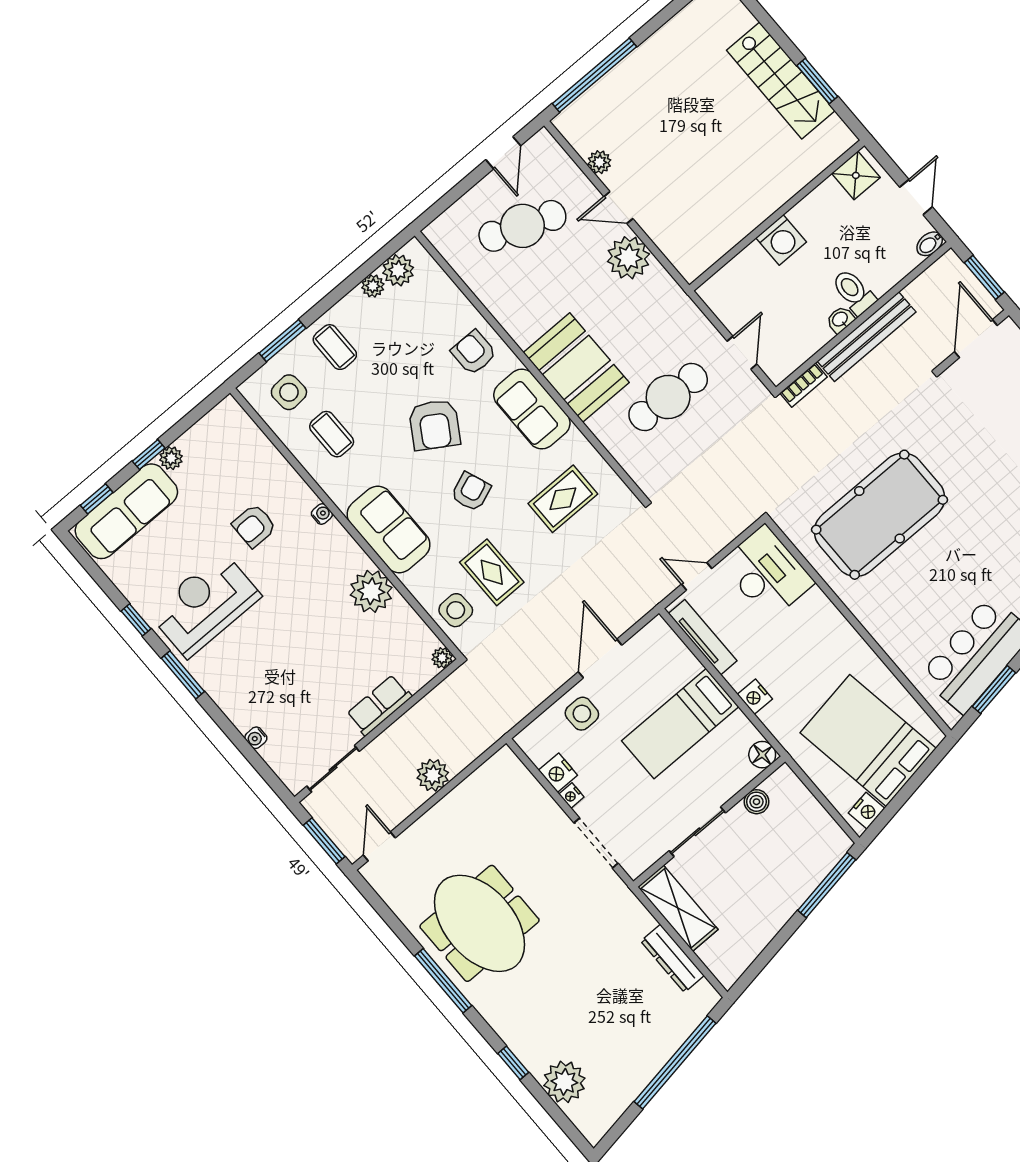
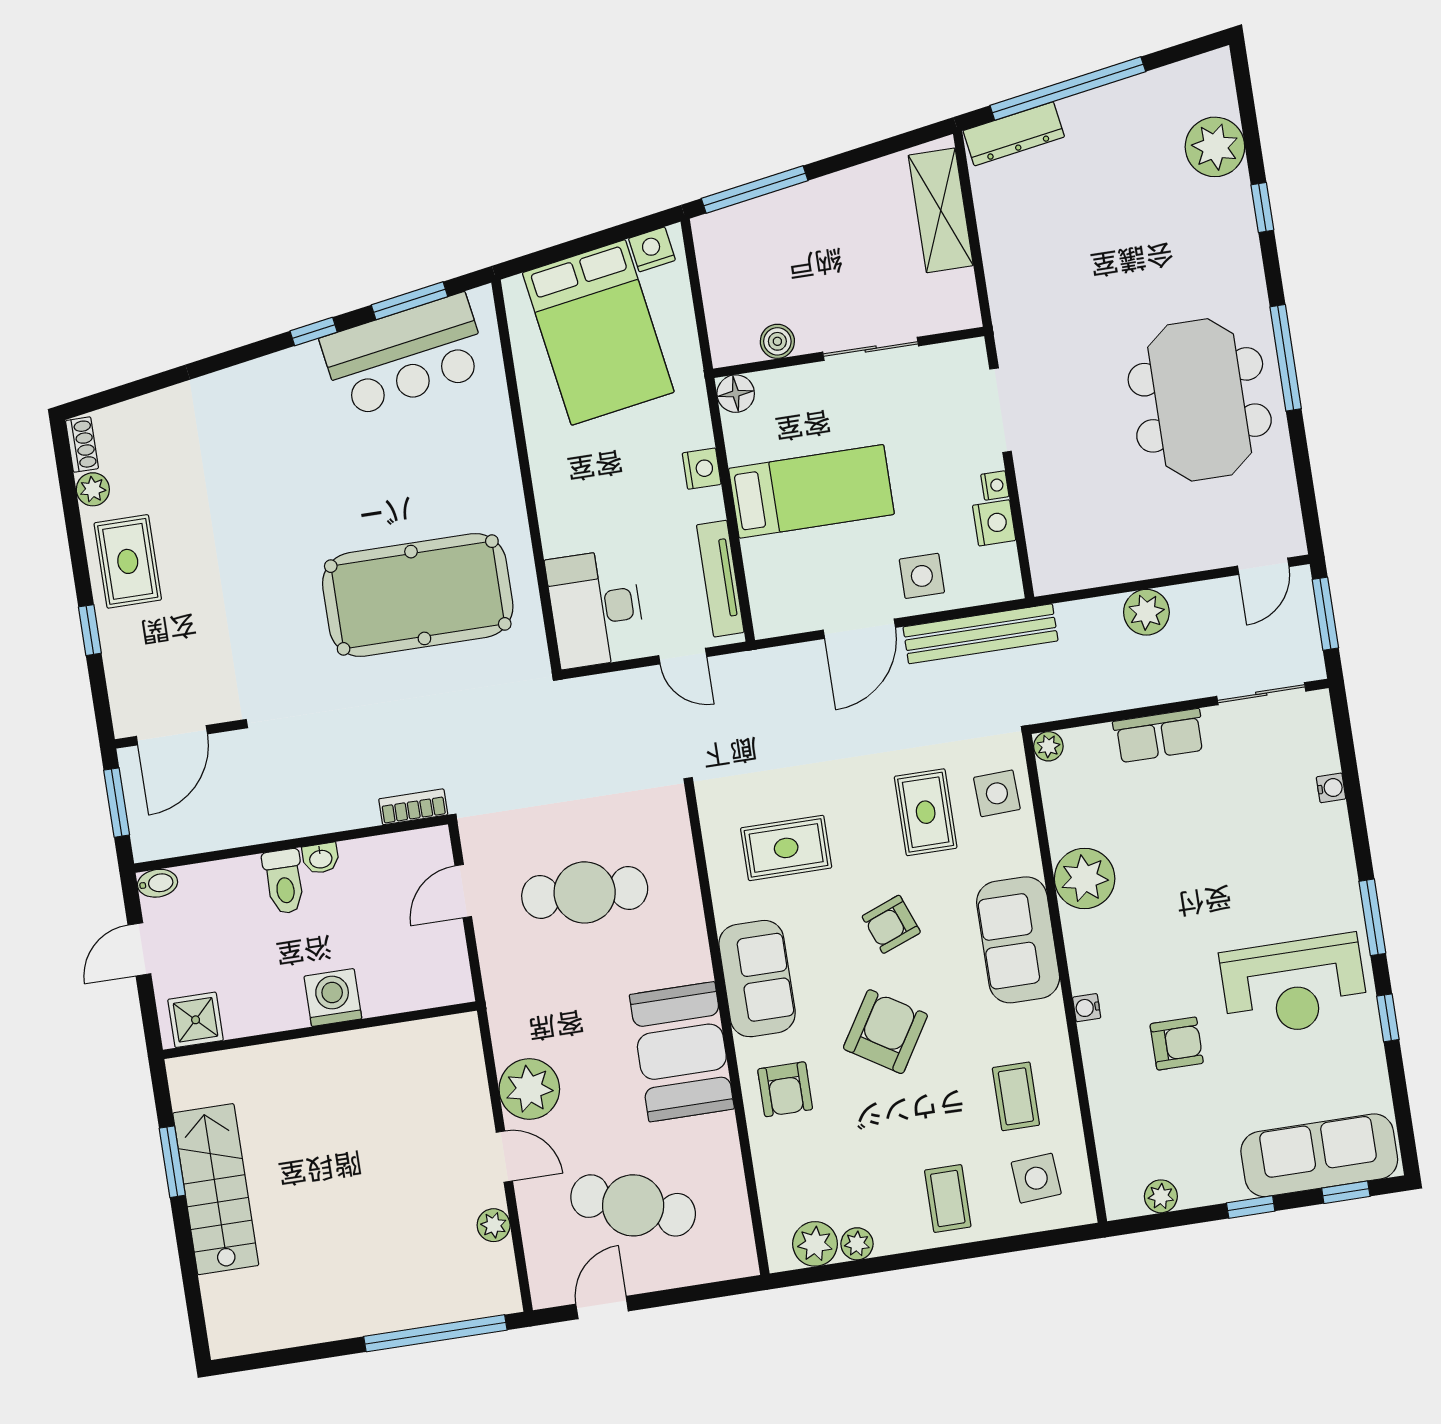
bench: (867, 337) -> (981, 634), moved
window: (282, 341) -> (1006, 1245), removed
booth: (576, 368) -> (682, 1052), moved
plant: (171, 458) -> (1161, 1196), moved
shelving: (678, 908) -> (941, 210), moved
dresser: (672, 958) -> (1014, 134), moved, turned 81

